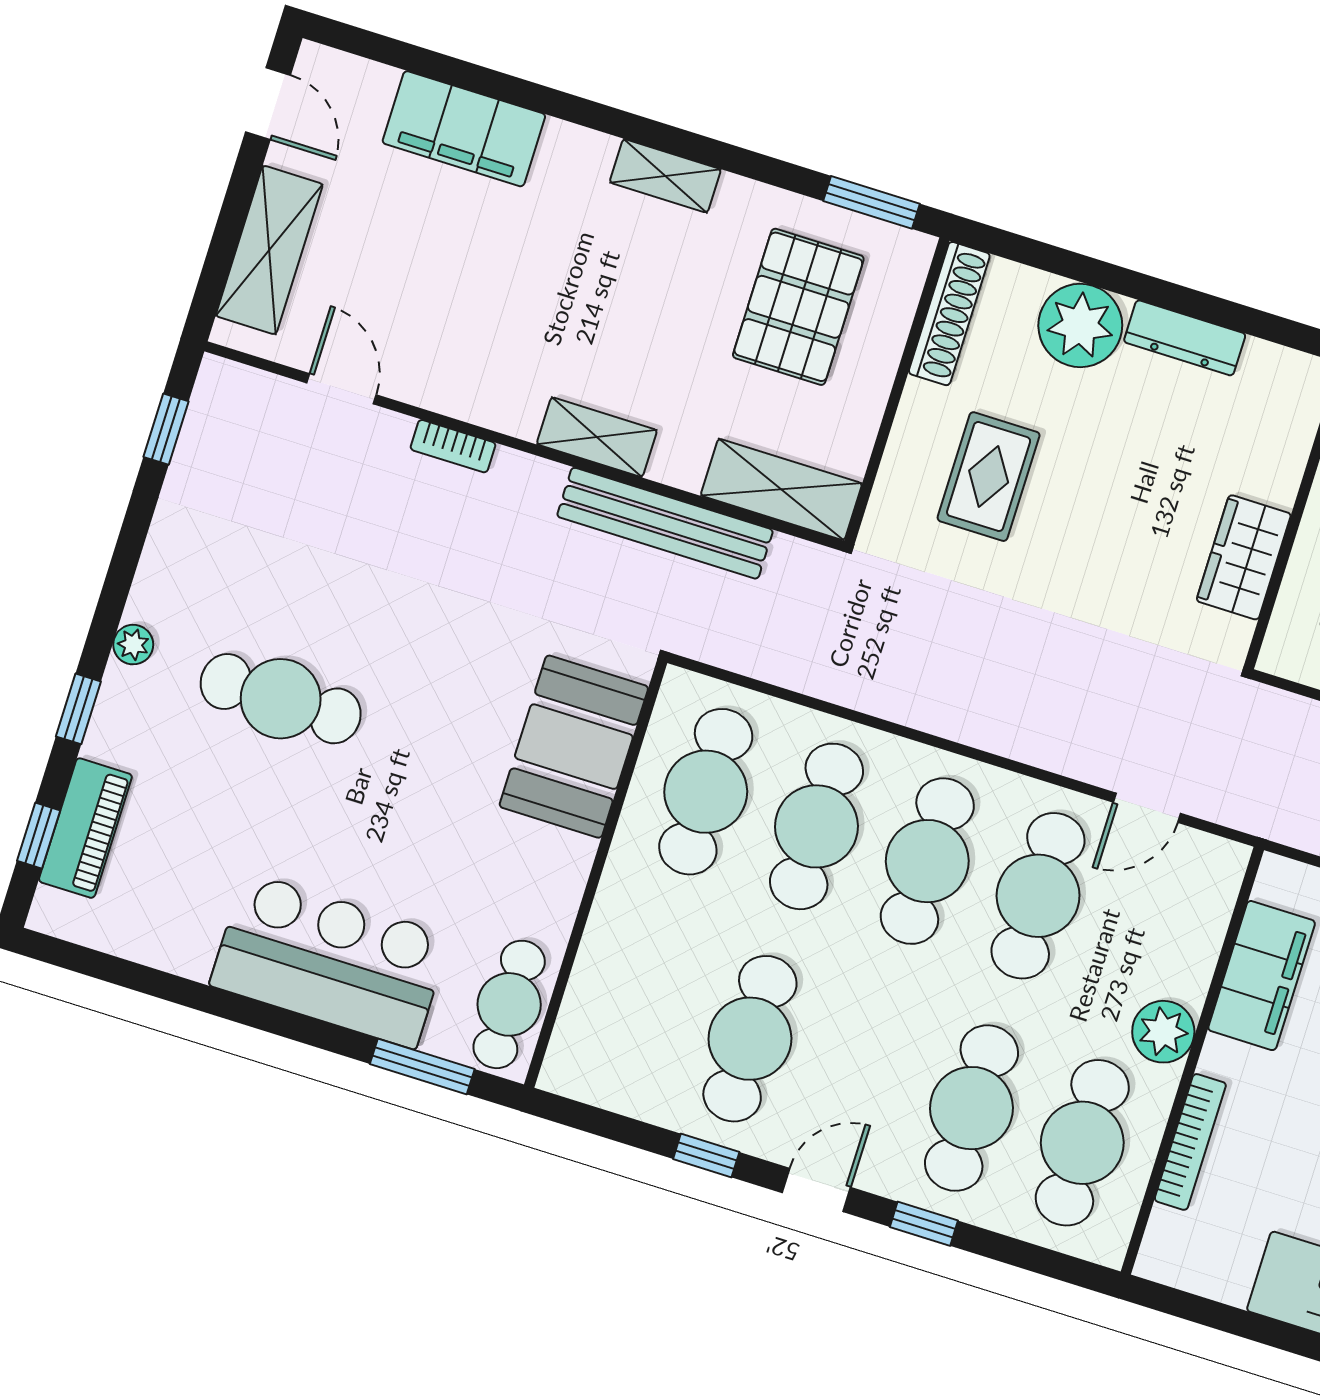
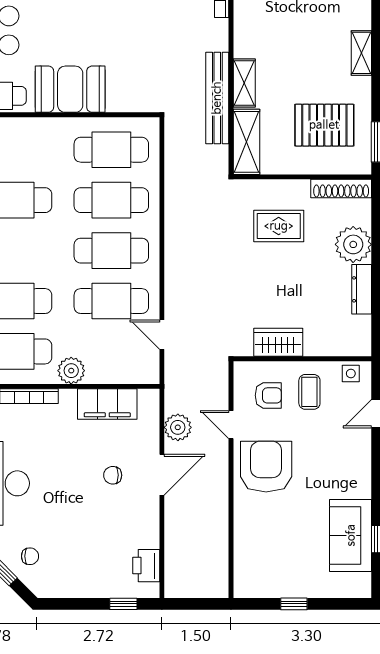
shelving: (597, 437) -> (244, 83), moved
booth: (574, 747) -> (70, 89), moved

